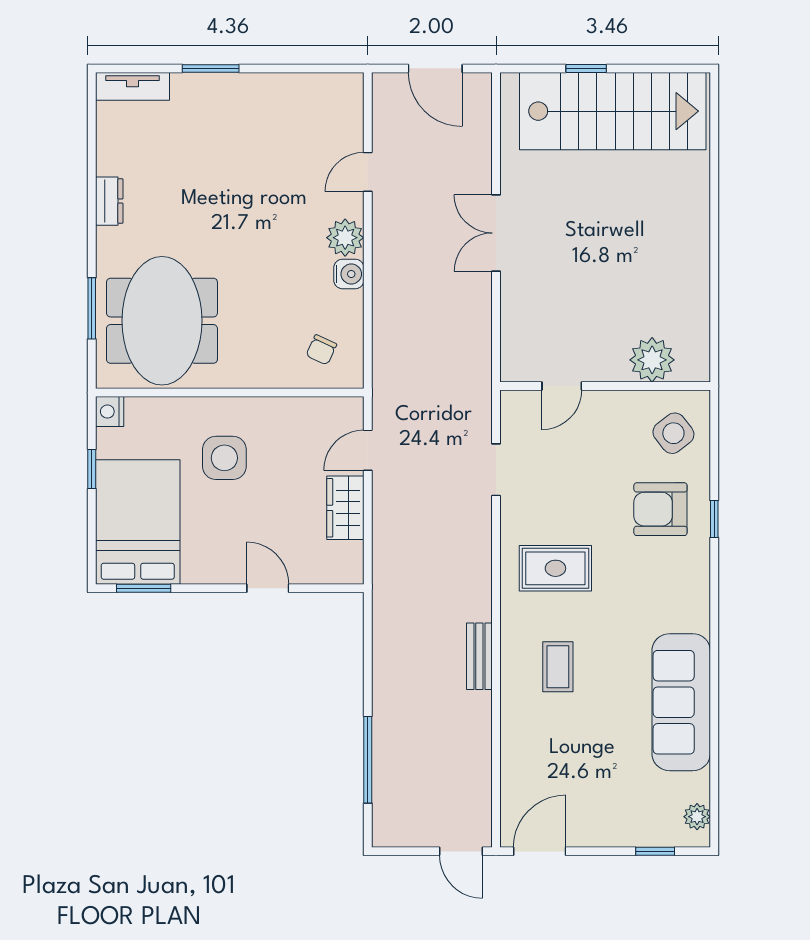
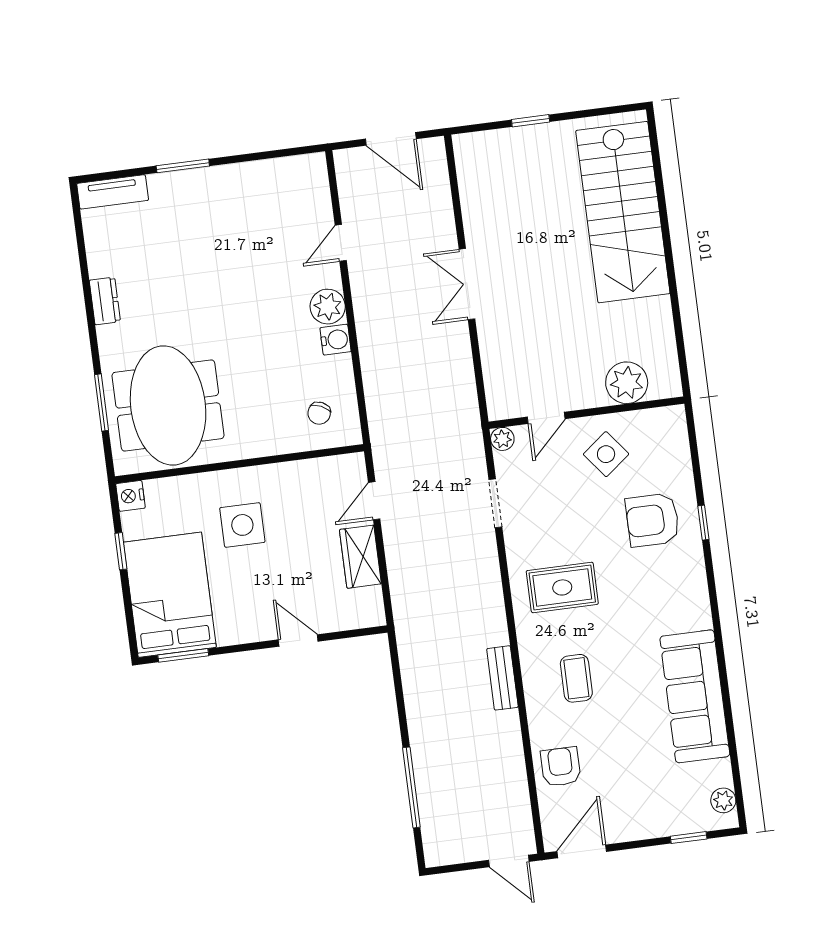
stairs: (613, 111) -> (623, 212), moved, turned 90
plant: (512, 402) -> (502, 439), added
side table: (673, 433) -> (606, 454), moved
armchair: (529, 758) -> (561, 767), added

